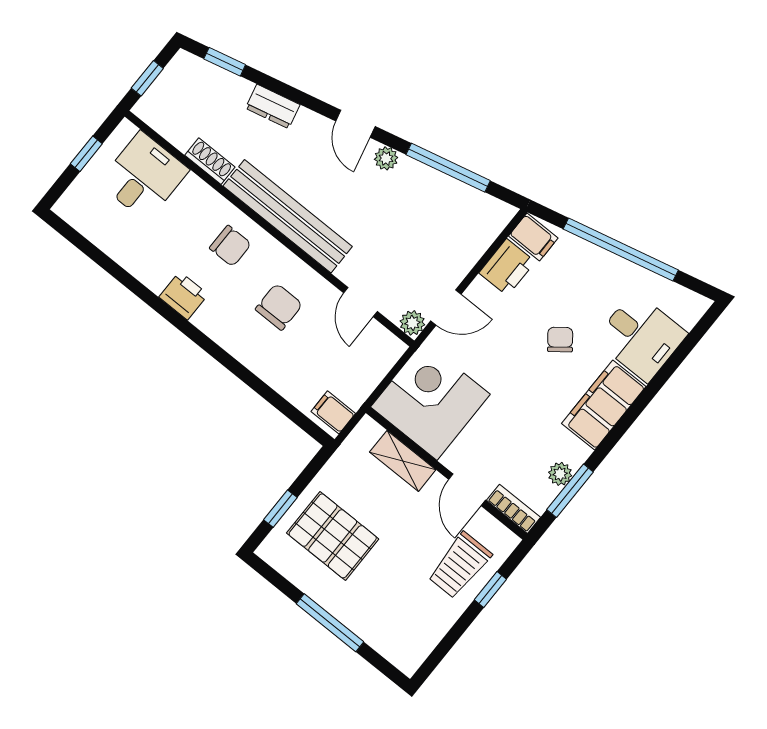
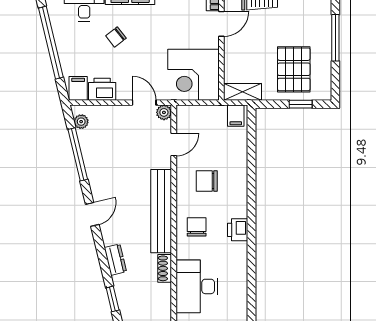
plant: (386, 158) -> (81, 122), moved
desk: (144, 176) -> (197, 286), width x1.37
shelving: (403, 461) -> (243, 92), moved, turned 90

